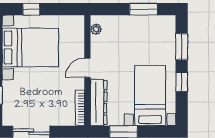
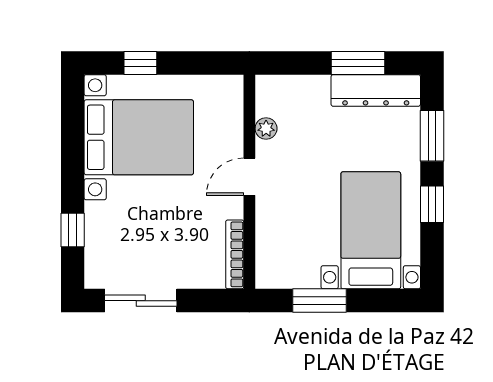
plant: (96, 29) -> (266, 129), moved
dresser: (99, 102) -> (376, 90), moved, turned 90

